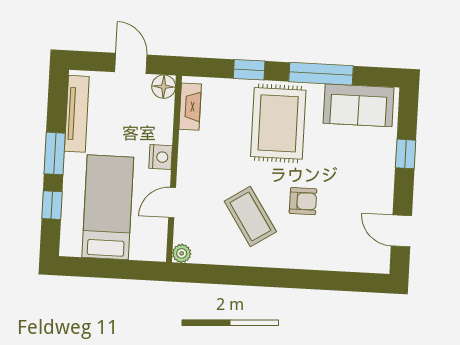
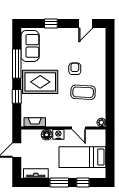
floor lamp: (164, 87) -> (47, 135), moved
tv unit: (77, 114) -> (36, 173), width x0.71
coffee table: (250, 216) -> (83, 92), turned 36

